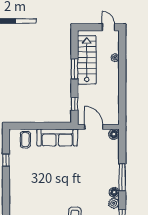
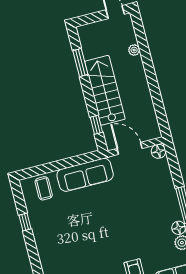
stairs: (87, 60) -> (105, 90), moved
window: (74, 69) -> (80, 63), moved

